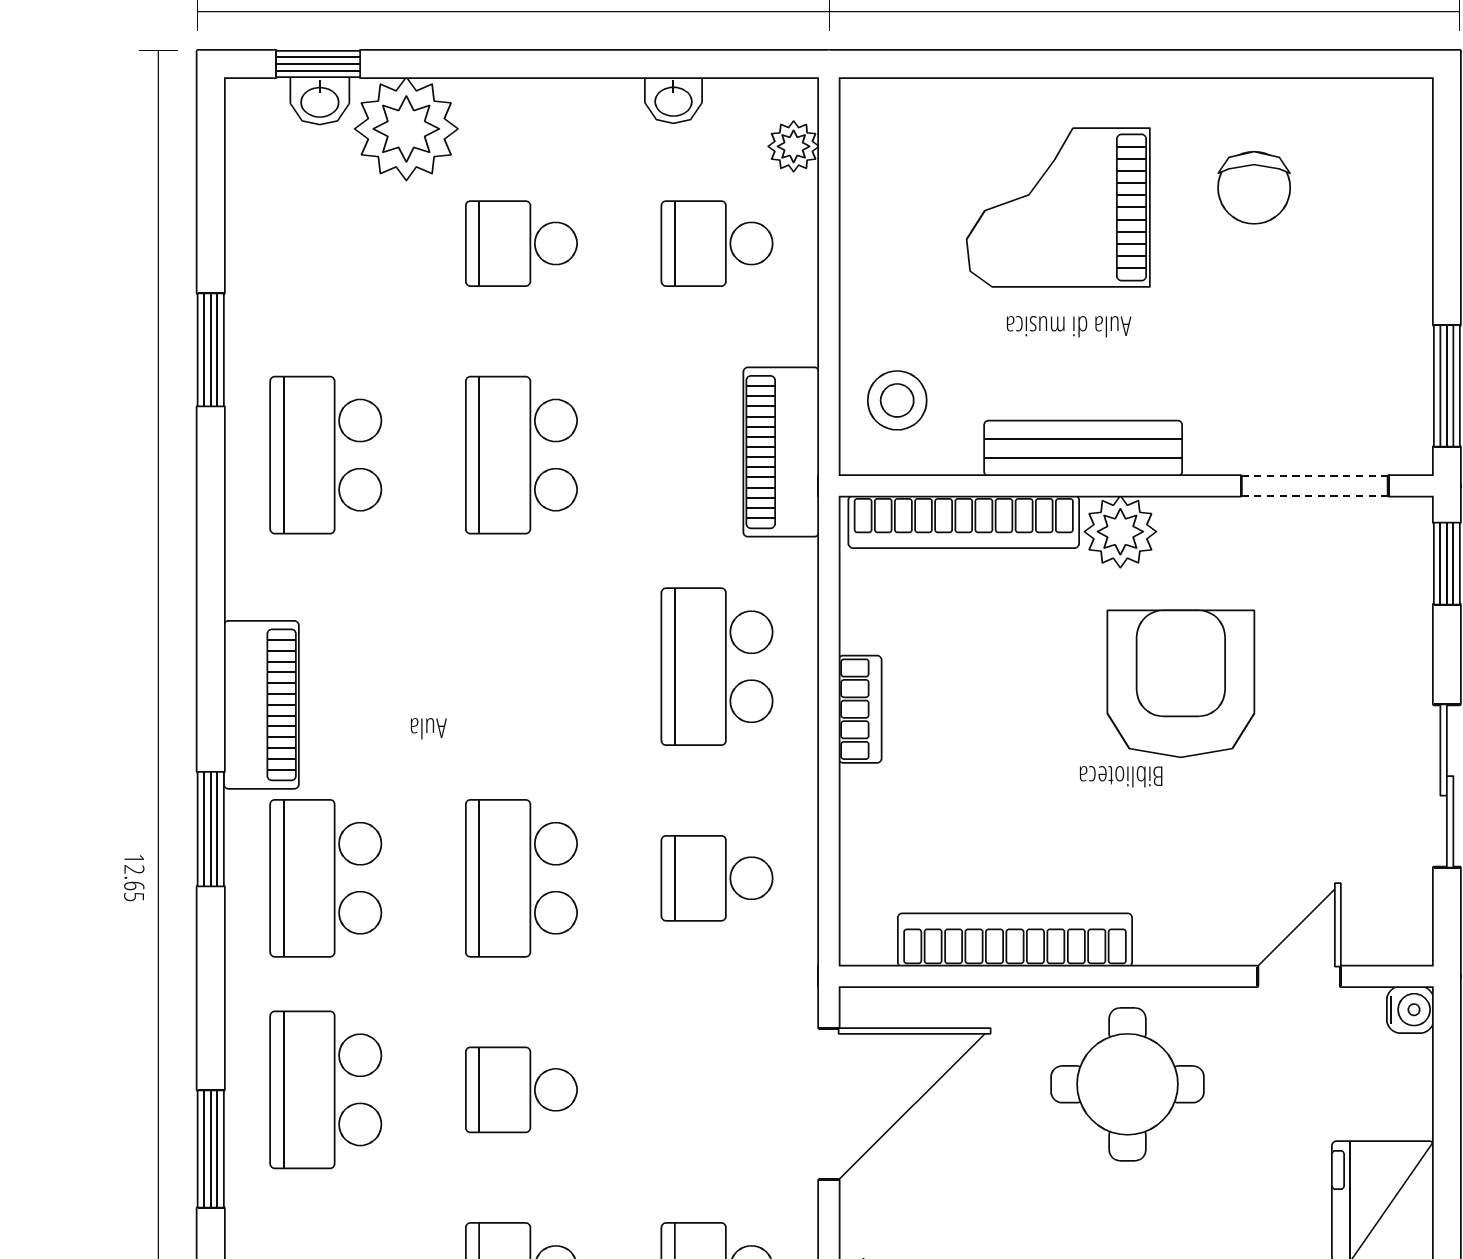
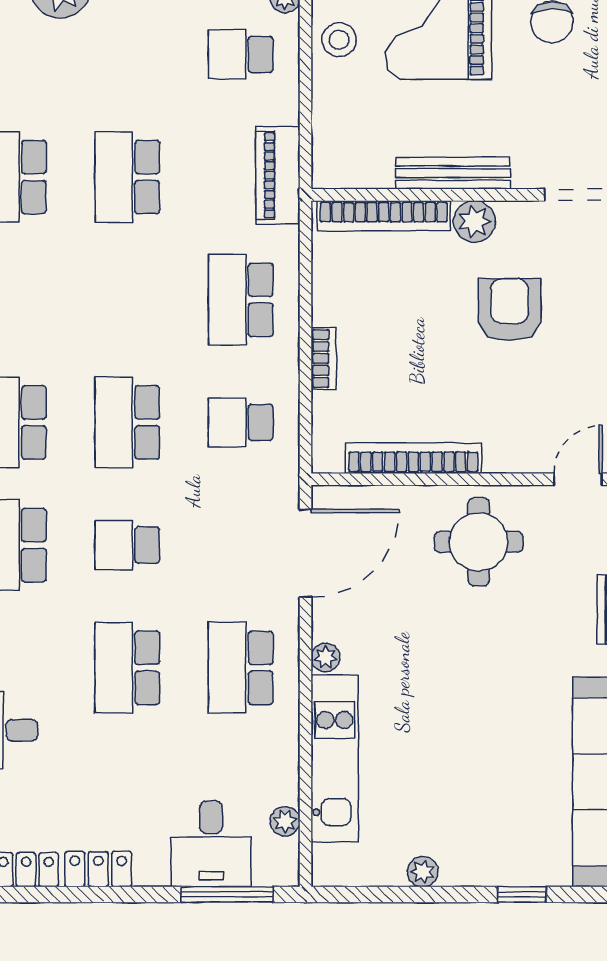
school desk: (521, 244) -> (127, 54), removed
stool: (897, 400) -> (339, 40), moved
armchair: (1181, 684) -> (510, 310), width x0.73, depth x0.73
bookcase: (860, 709) -> (324, 359), moved

